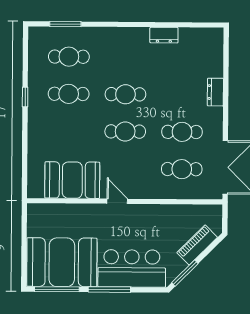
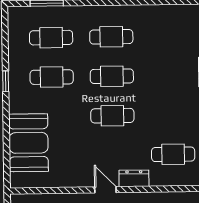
dresser: (164, 35) -> (134, 178), moved, turned 180
cafe table: (182, 132) -> (111, 37), moved
booth: (72, 180) -> (29, 143), moved, turned 90

